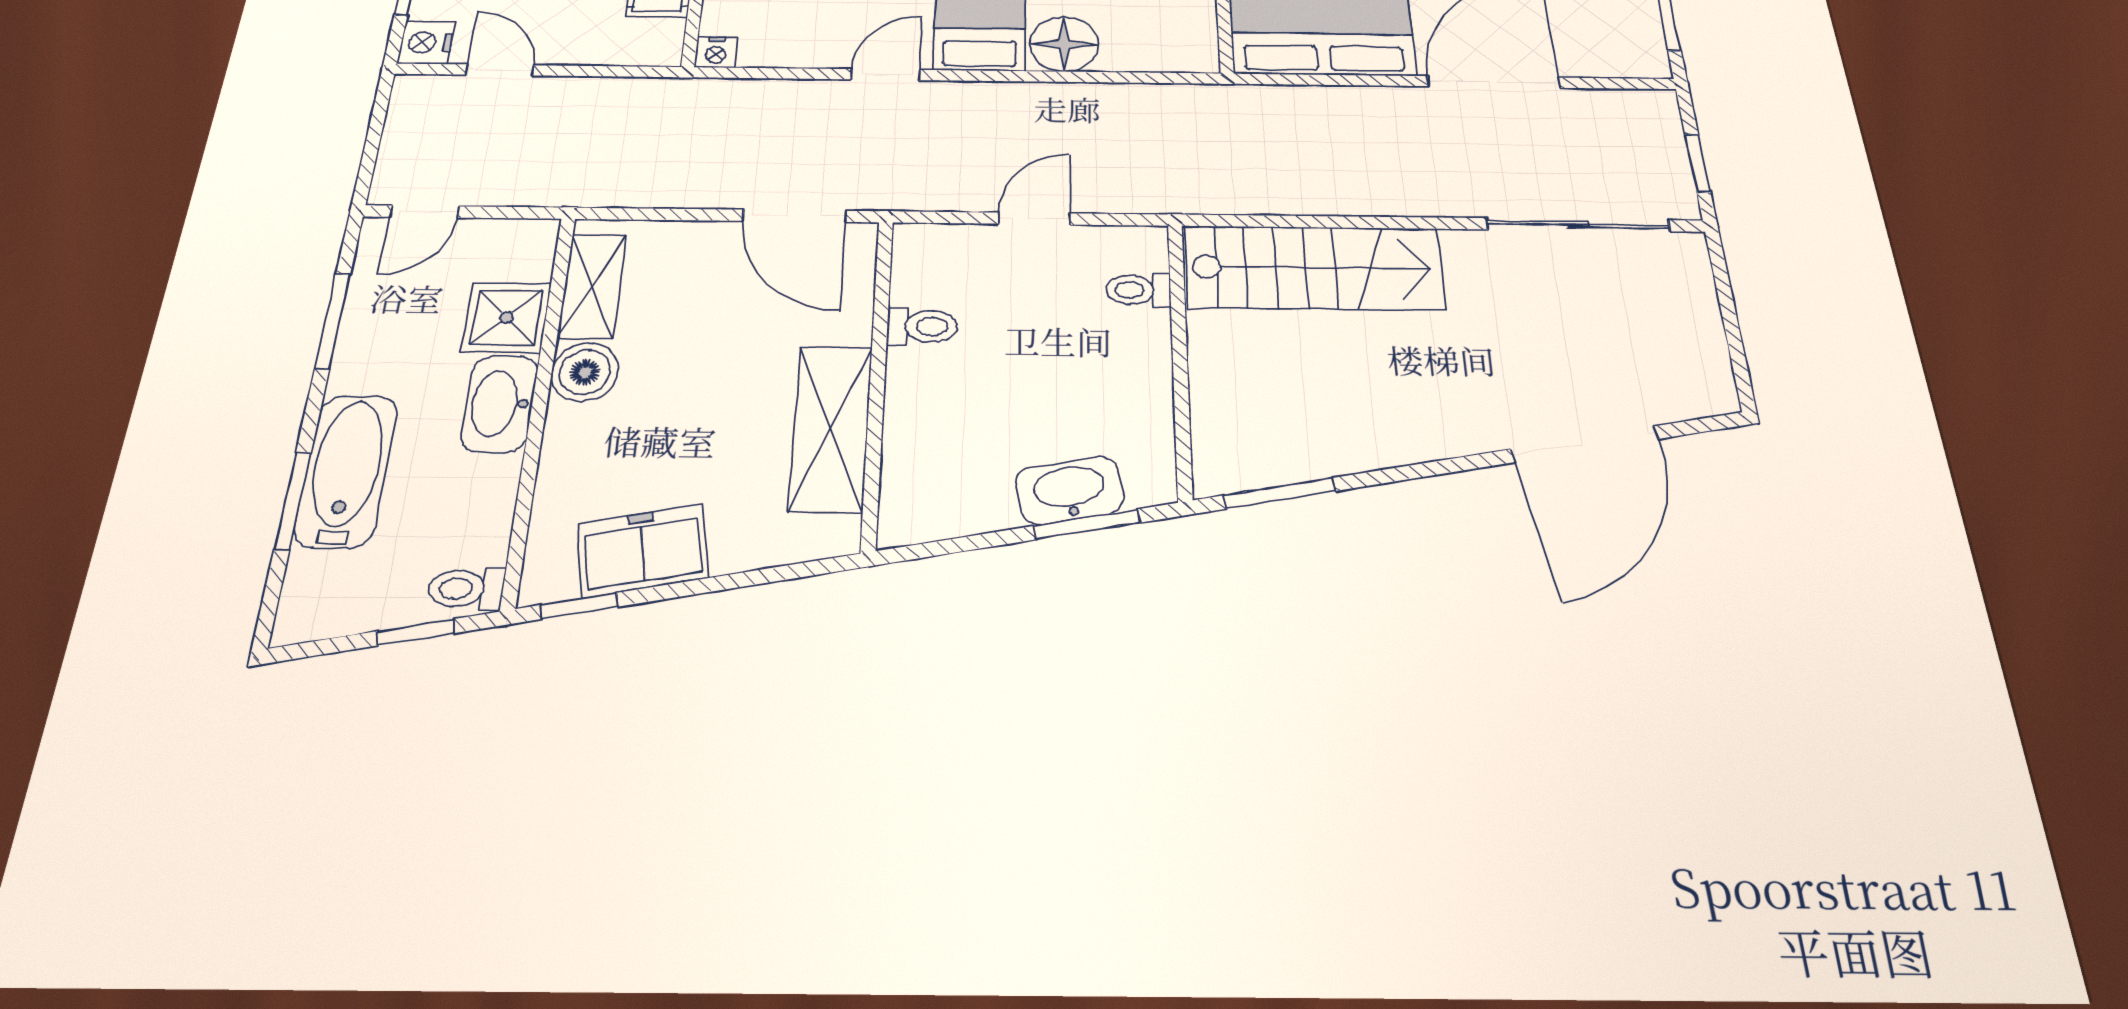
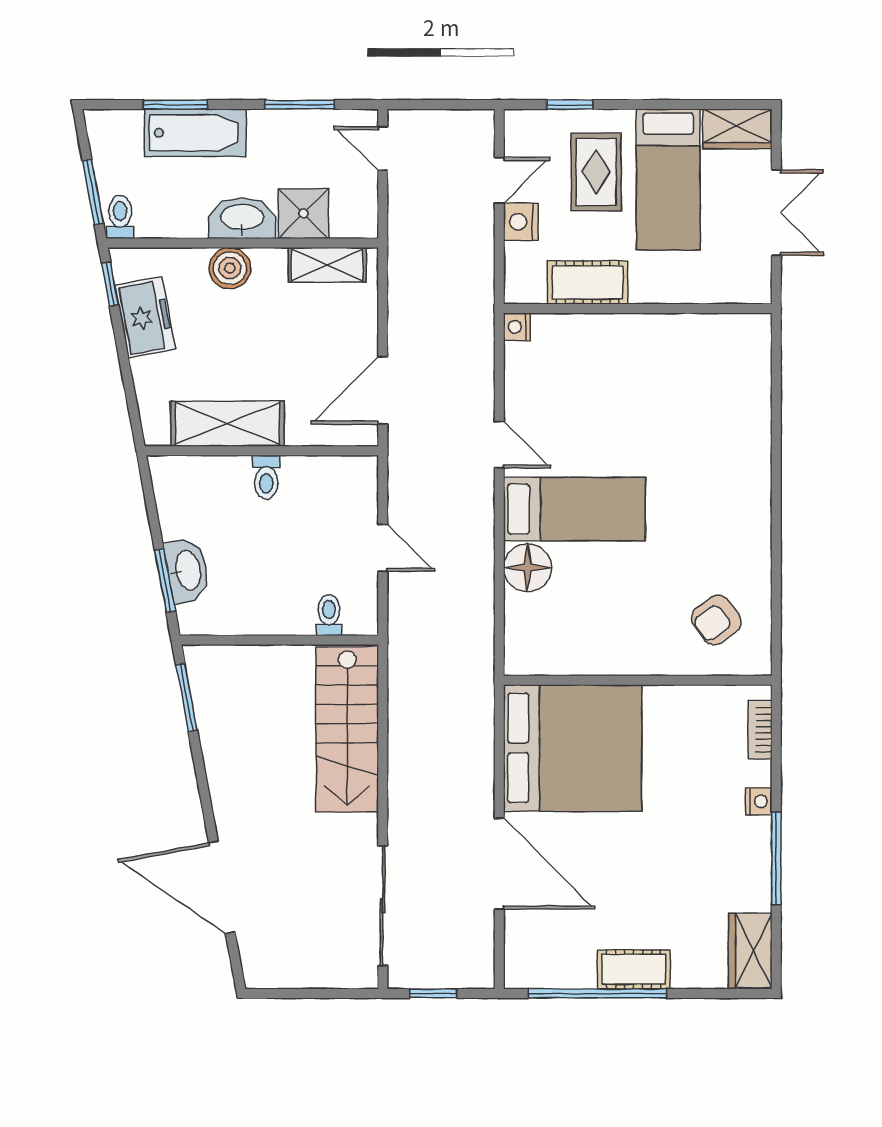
nightstand: (426, 42) -> (521, 222), moved, turned -90
toilet: (922, 326) -> (266, 477), moved
boiler: (585, 372) -> (230, 268), moved
window: (416, 632) -> (93, 192), width x1.50

